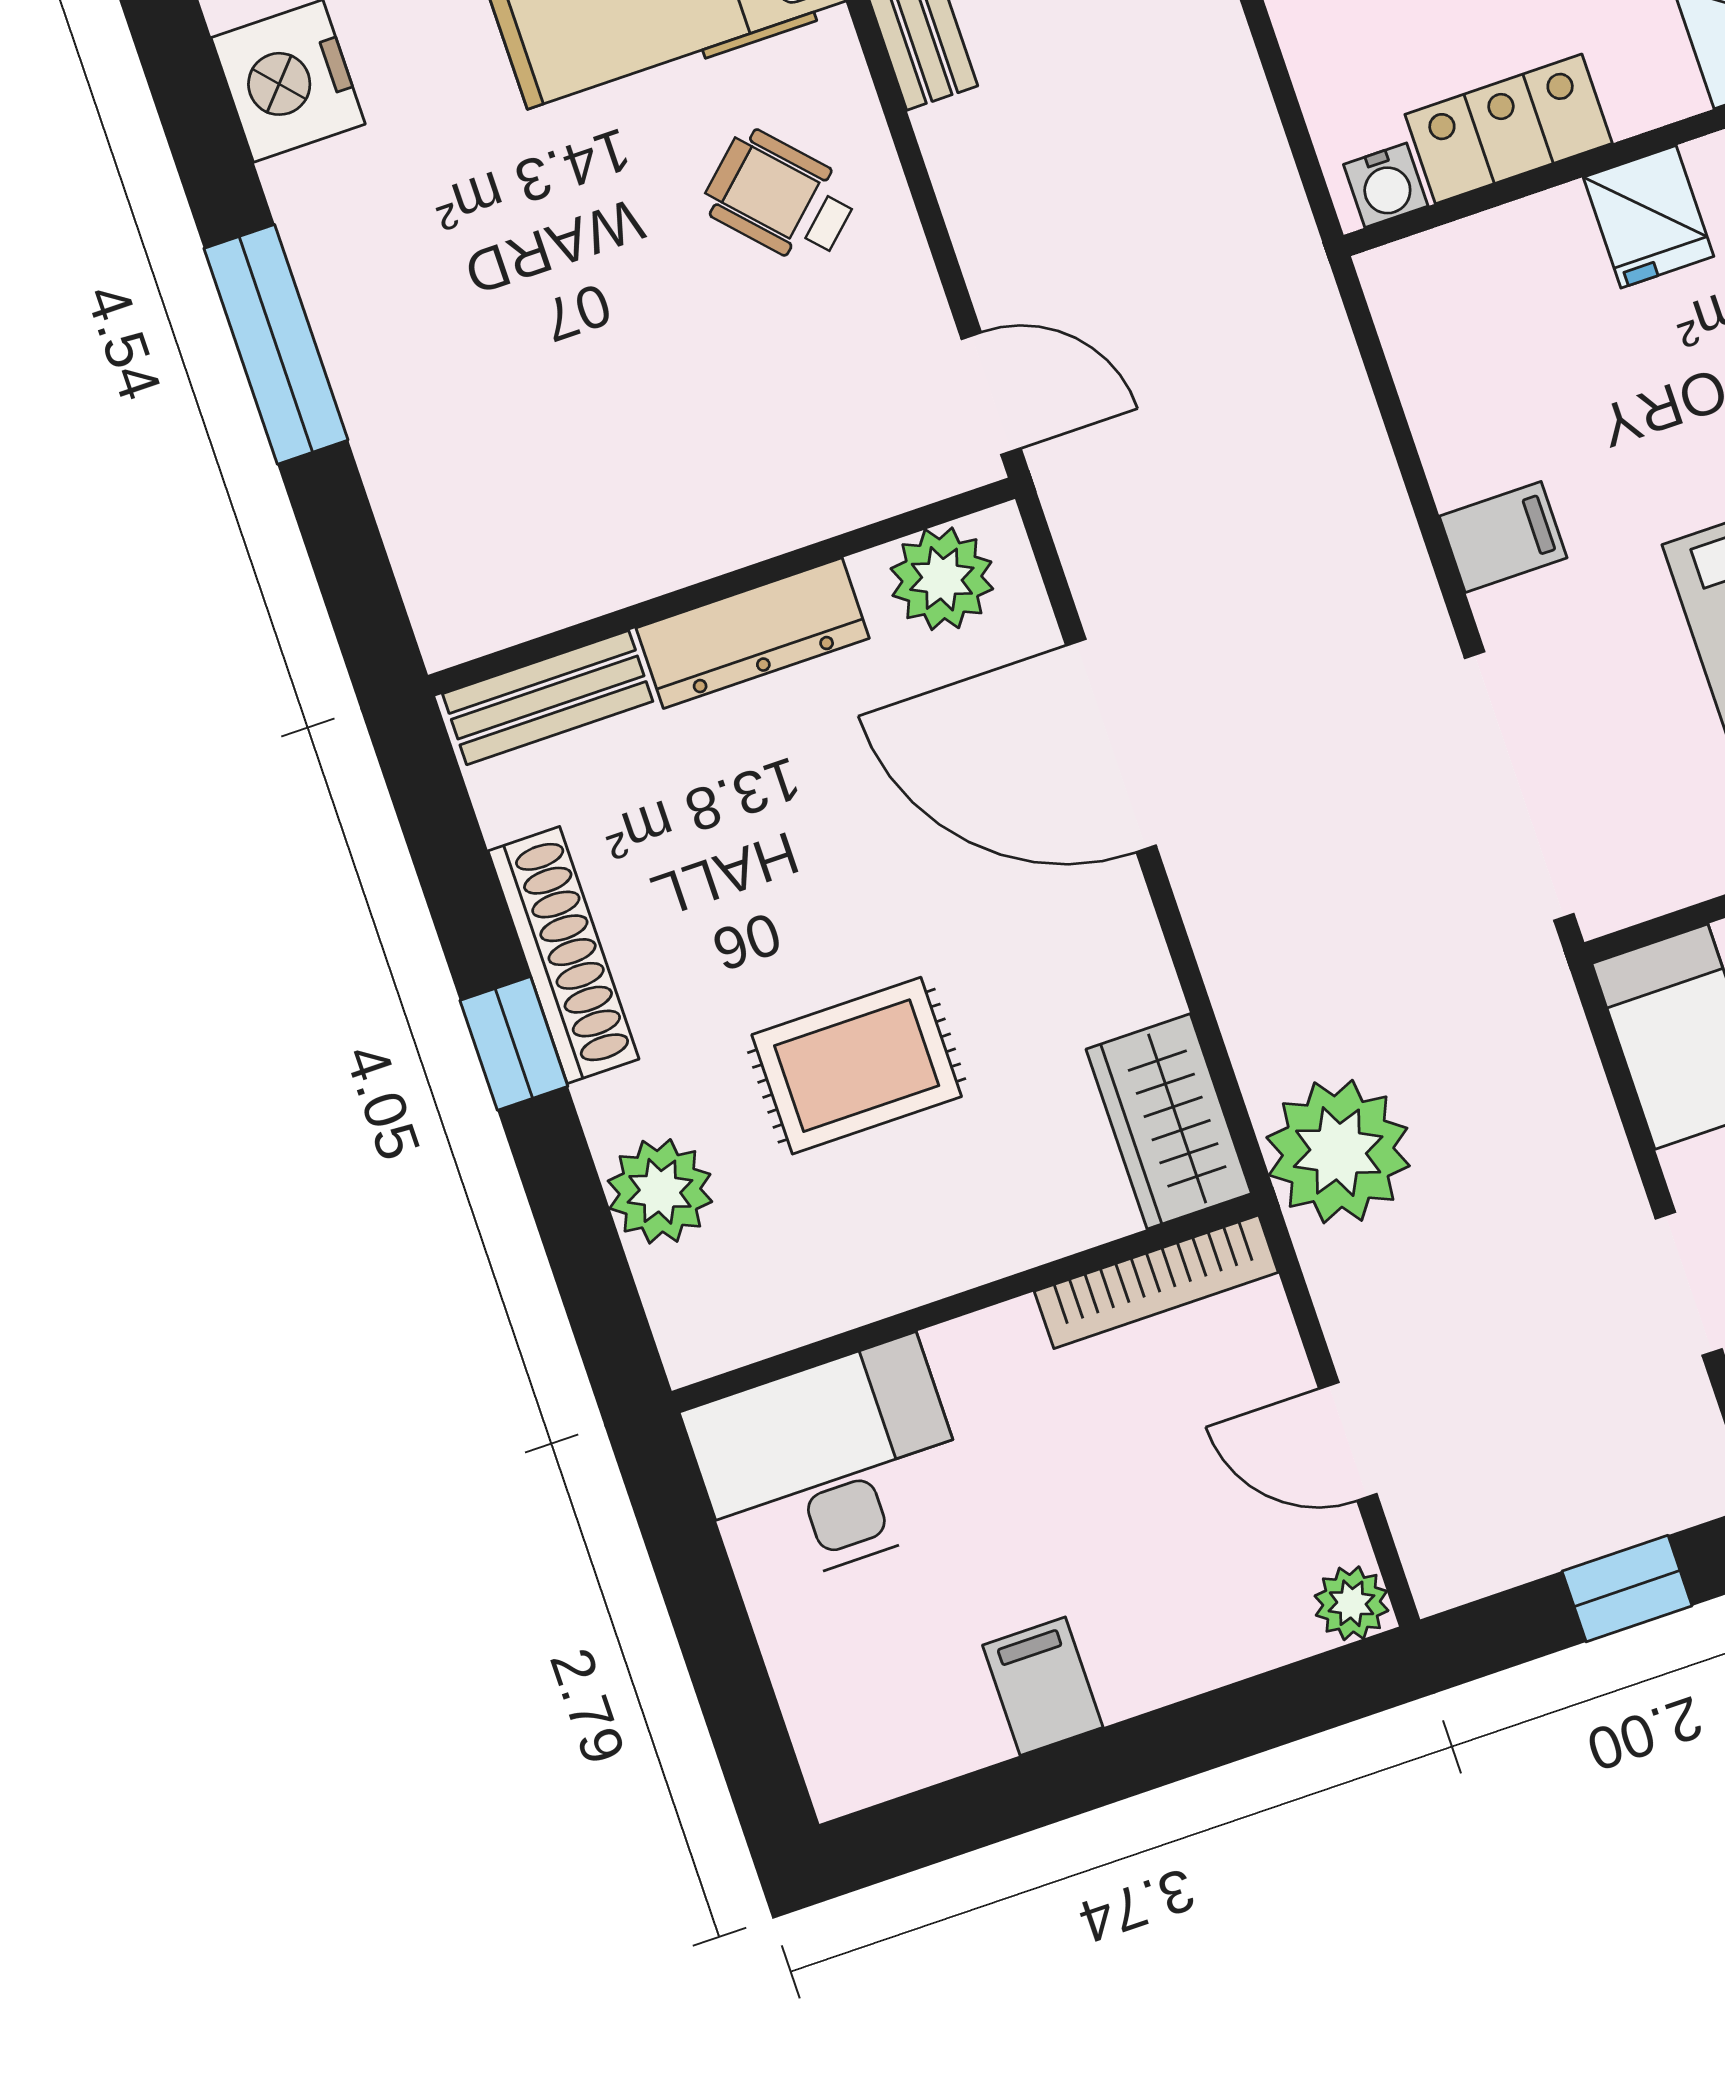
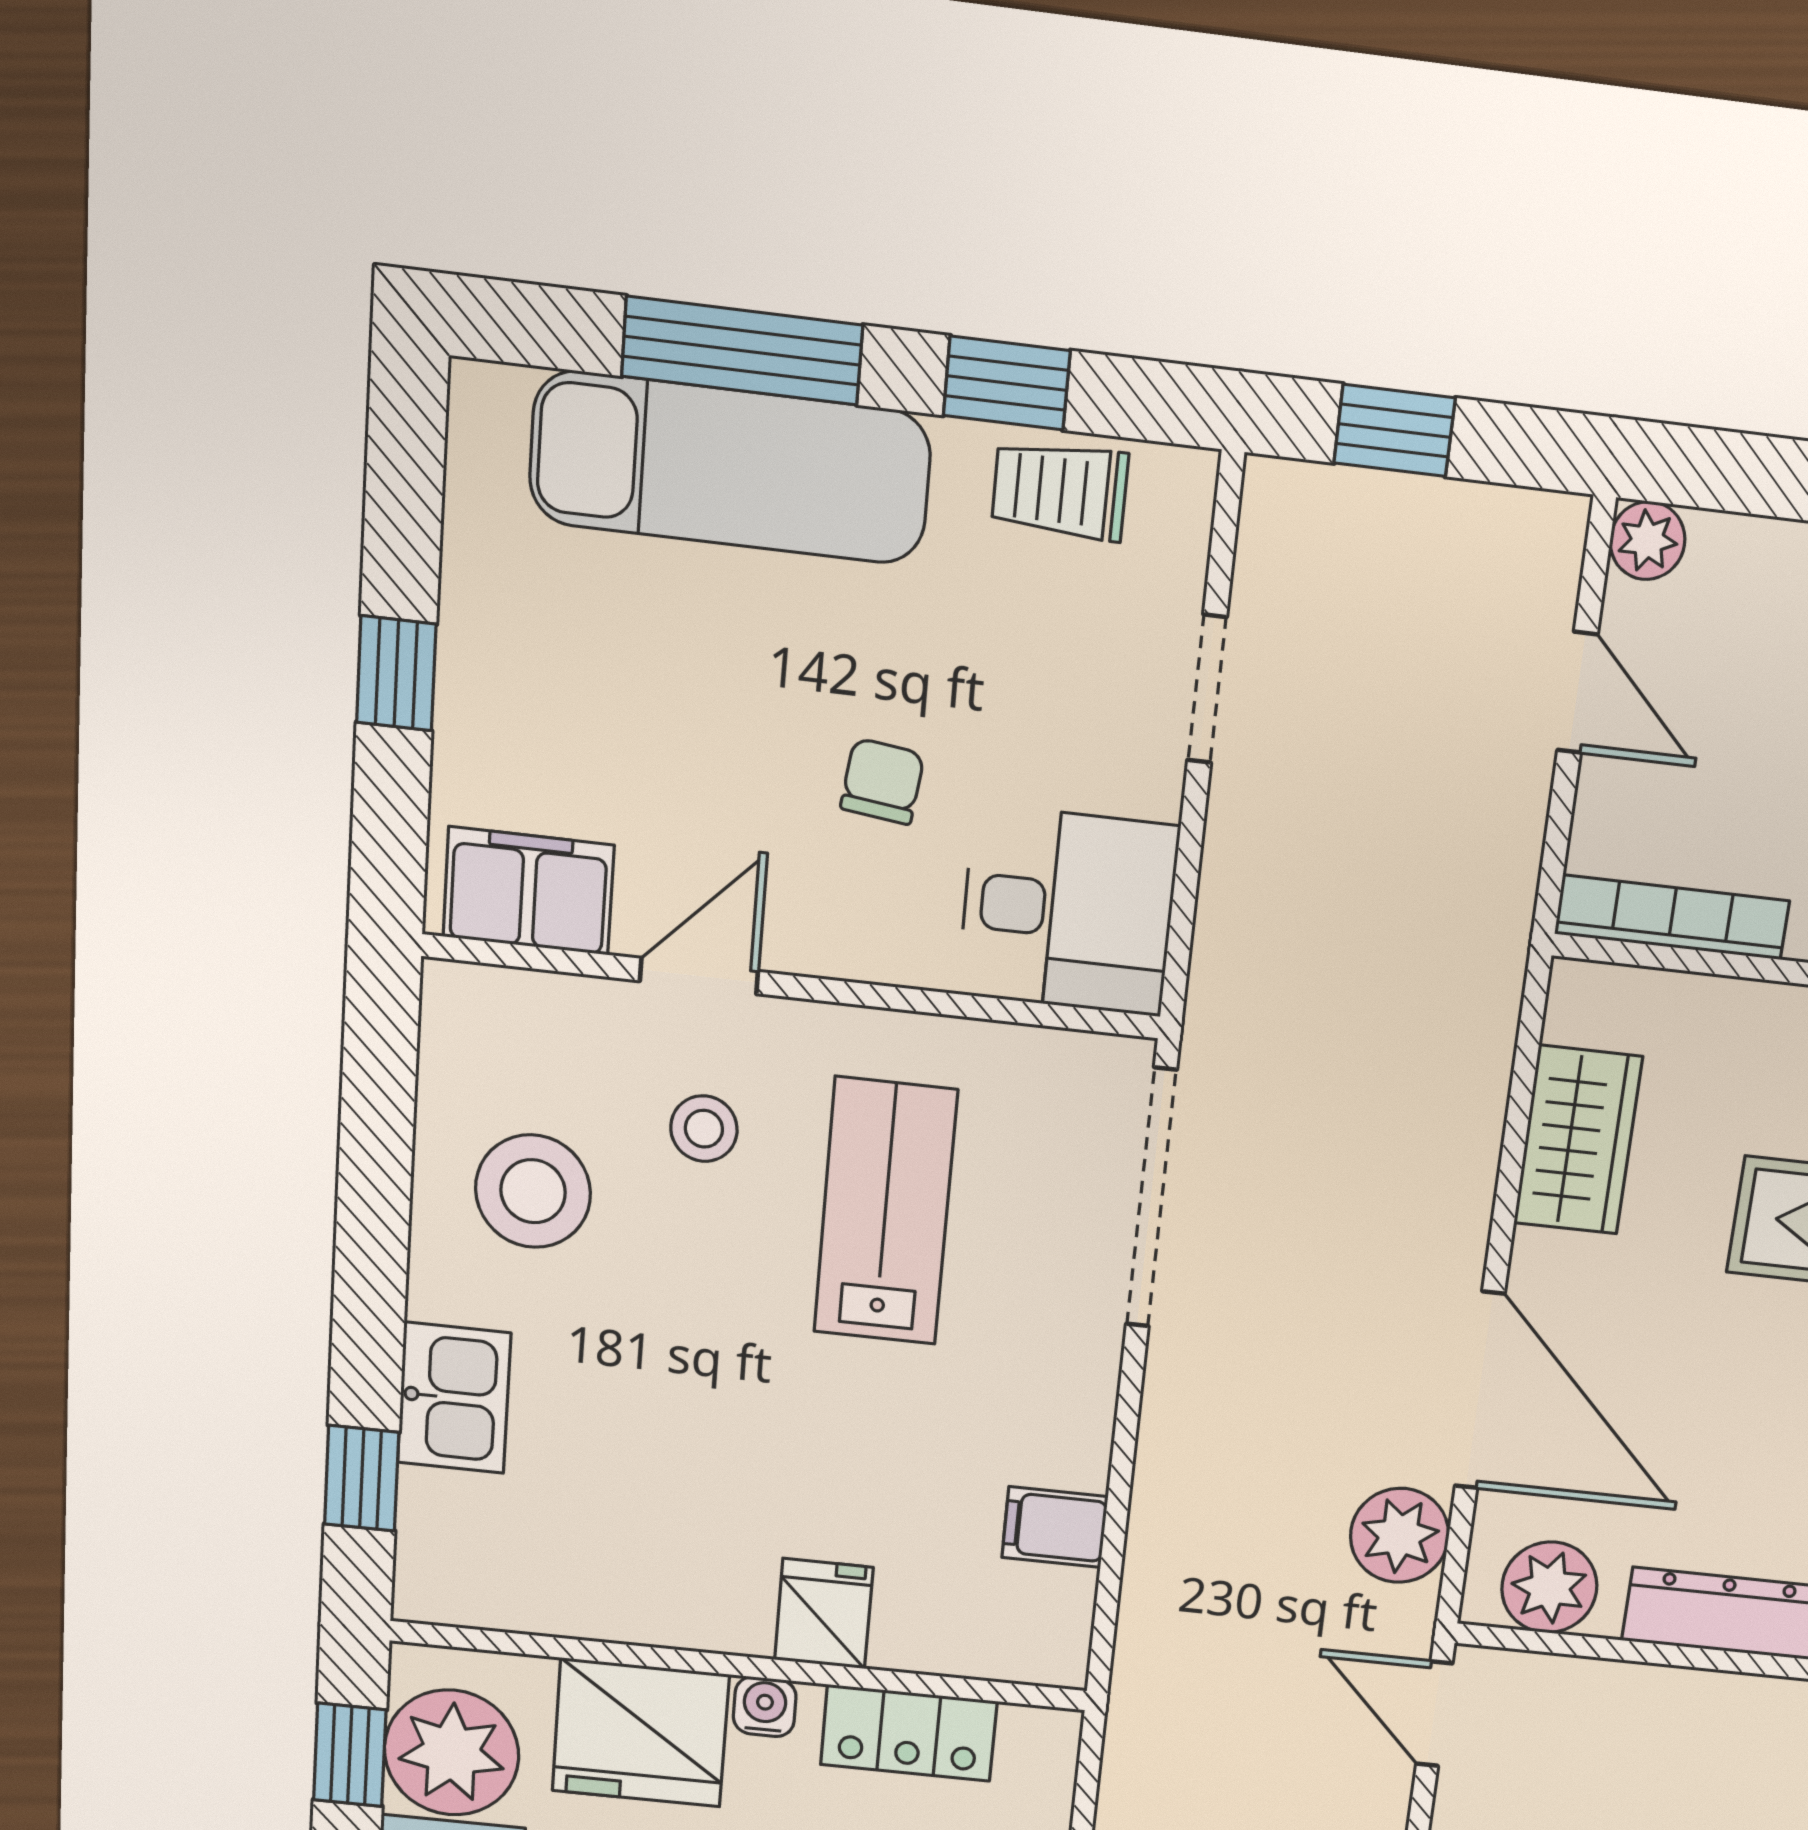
water cooler: (1386, 185) -> (765, 1707), moved
filing cabinet: (1503, 537) -> (1055, 1527), moved
wardrobe: (1169, 1121) -> (1578, 1140), moved
plant: (1338, 1152) -> (1400, 1535), moved, width x0.73, depth x0.73

